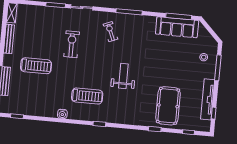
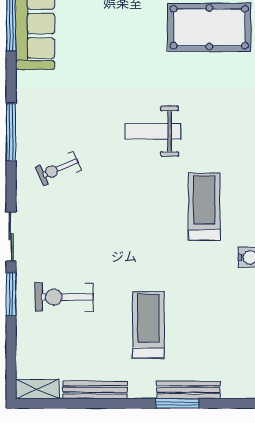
exercise bike: (72, 44) -> (64, 297), moved

